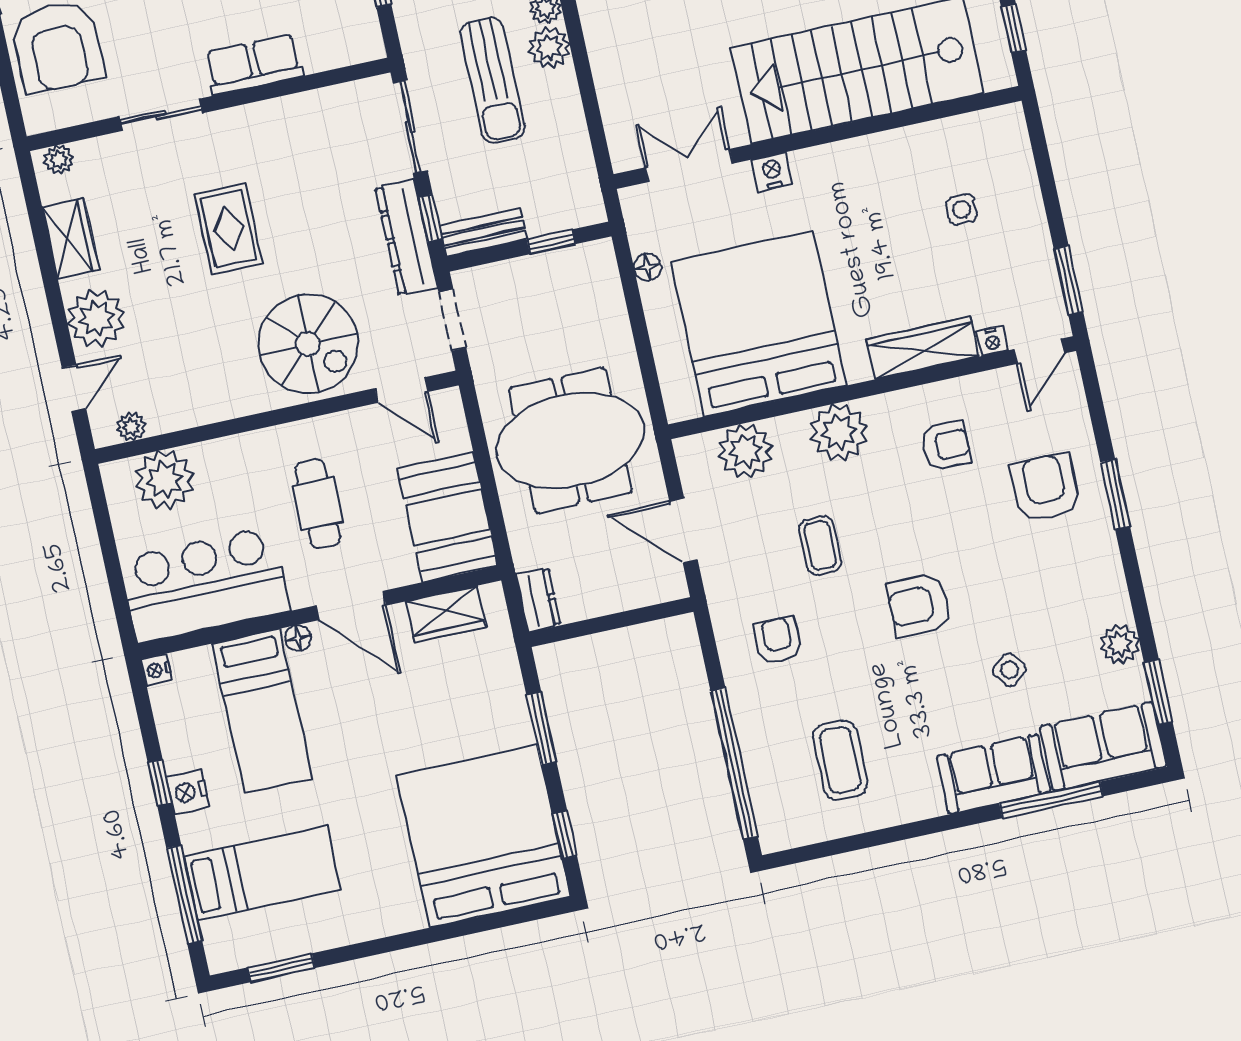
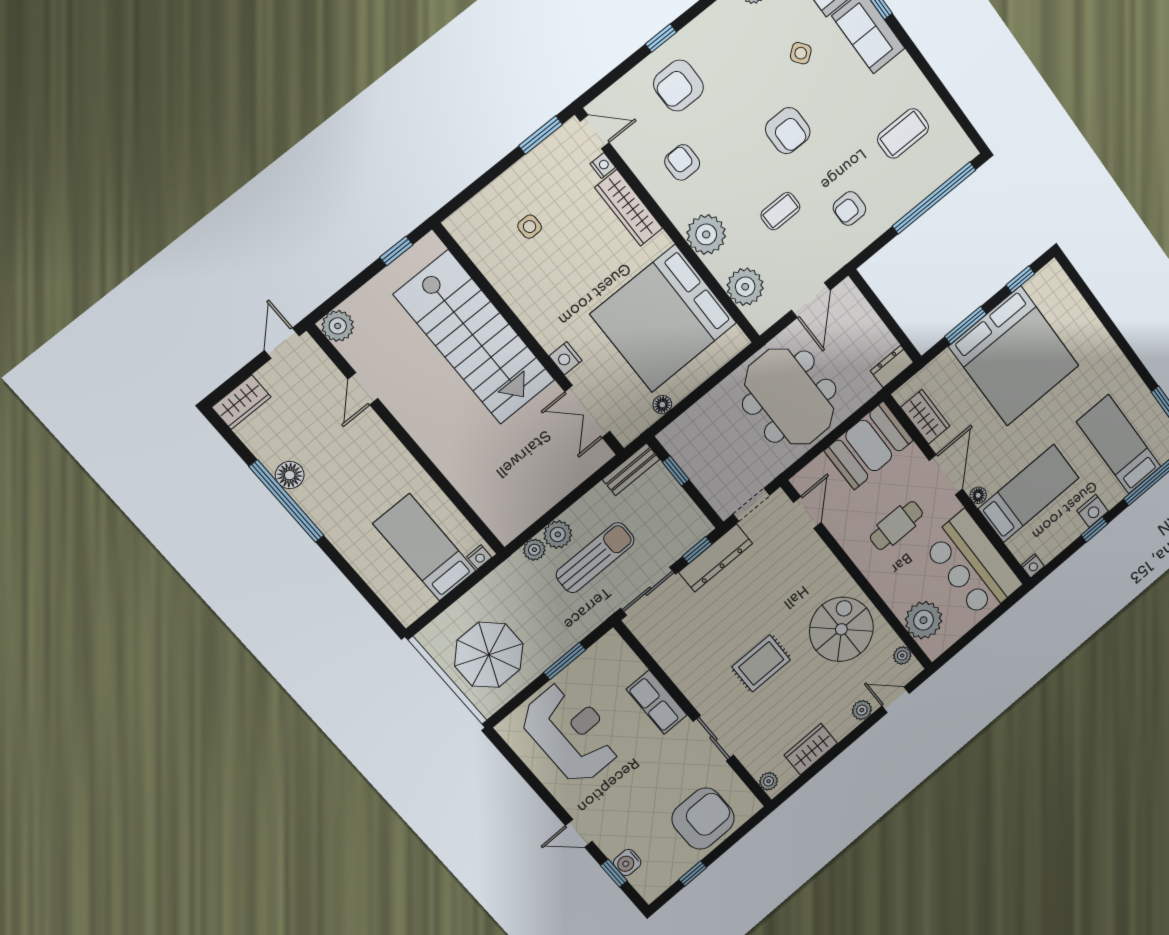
bench: (484, 233) -> (631, 469), moved, turned 90
plant: (96, 318) -> (862, 710), width x0.53, depth x0.53
spiral stairs: (308, 344) -> (841, 629), moved
window: (1115, 494) -> (661, 38), width x0.67
bed: (484, 836) -> (1014, 356), moved, turned -90

